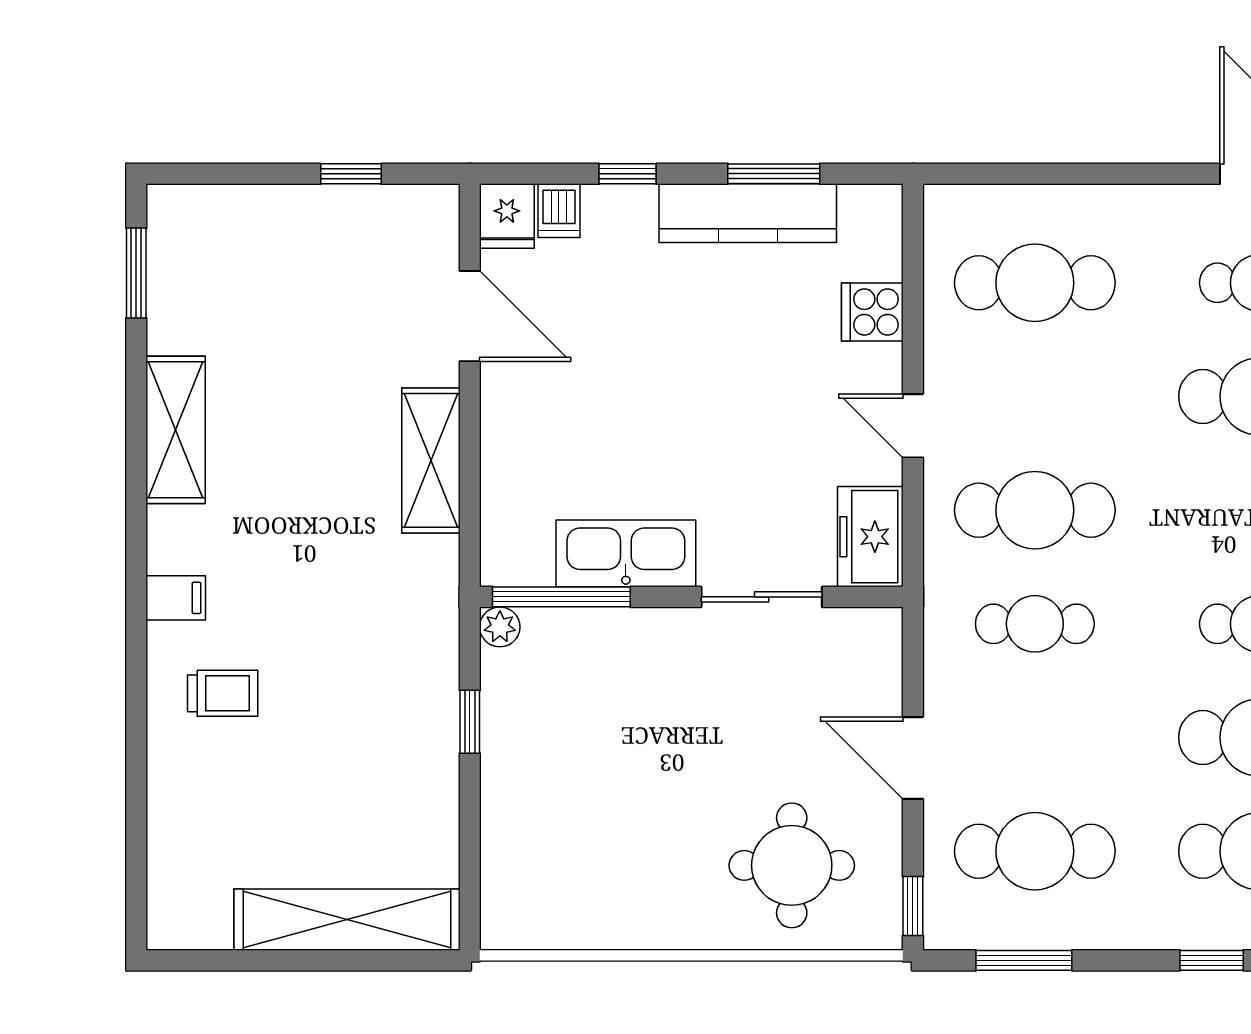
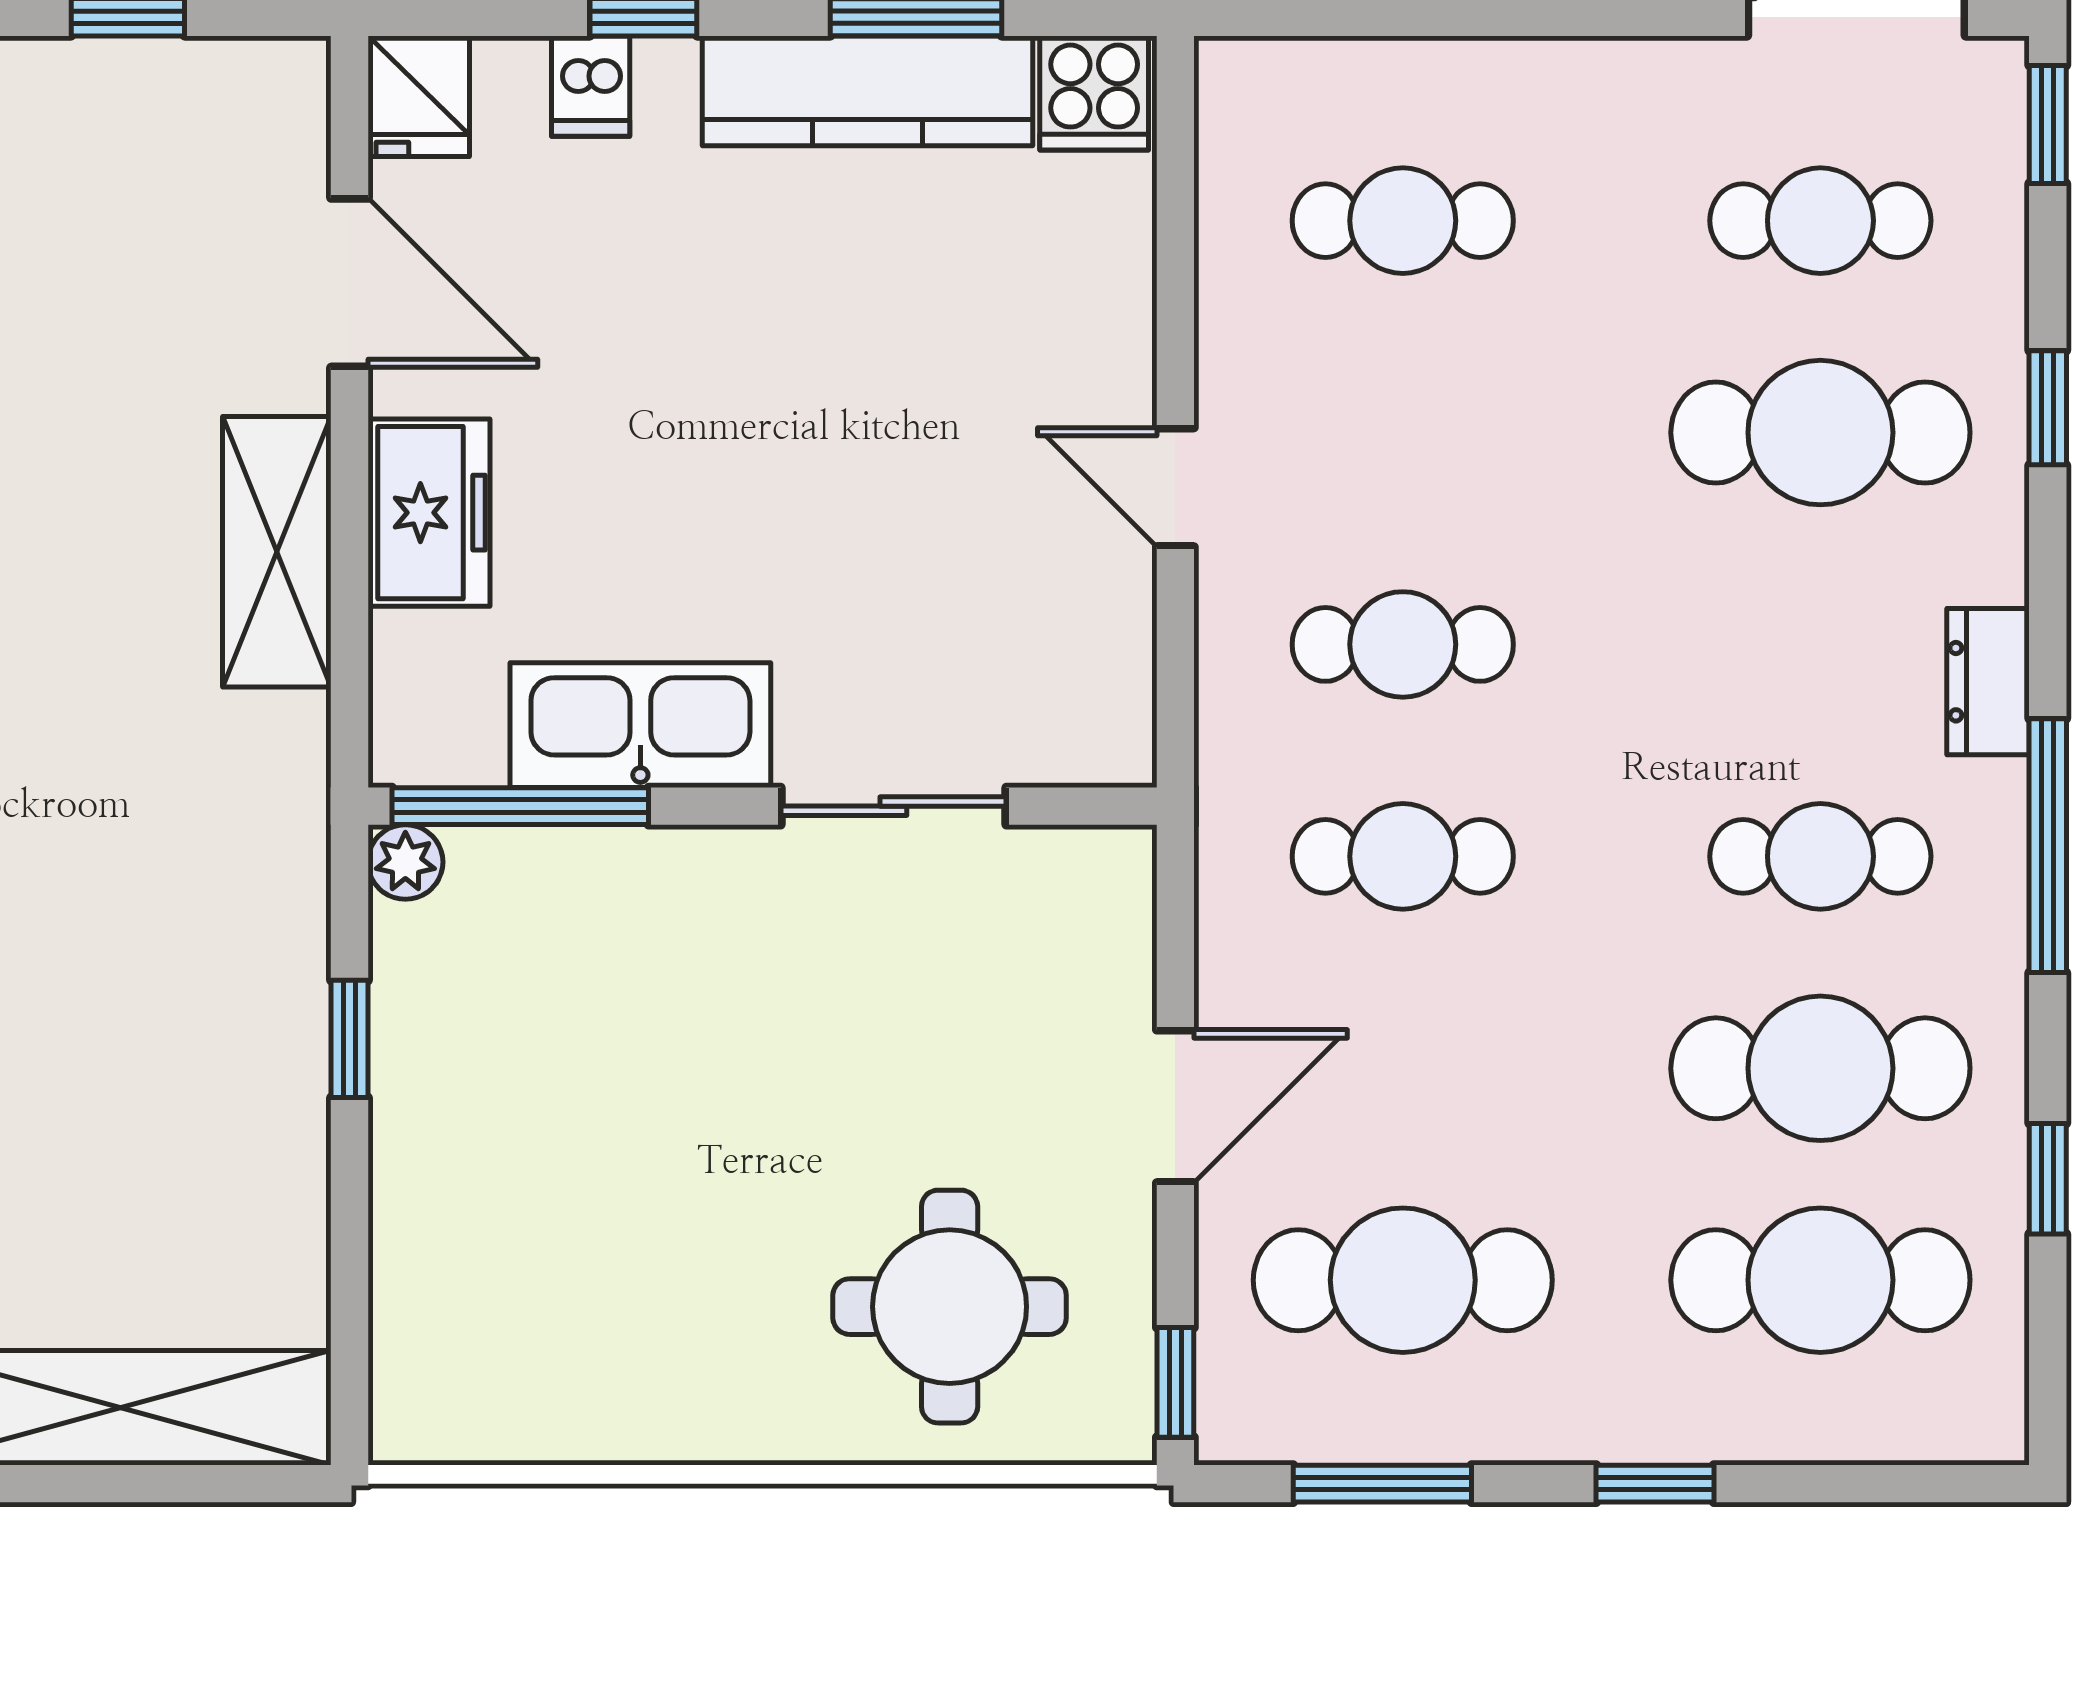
dishwasher: (559, 211) -> (591, 86), moved
cafe table: (1035, 283) -> (1403, 221), width x0.73, depth x0.74
cooker: (872, 312) -> (1094, 93), moved, turned -90
cafe table: (1035, 510) -> (1403, 644), width x0.73, depth x0.74
freezer: (870, 537) -> (429, 513), moved, turned 180
door: (913, 758) -> (1175, 1106), swing flipped
window: (1212, 960) -> (1655, 1484), moved

